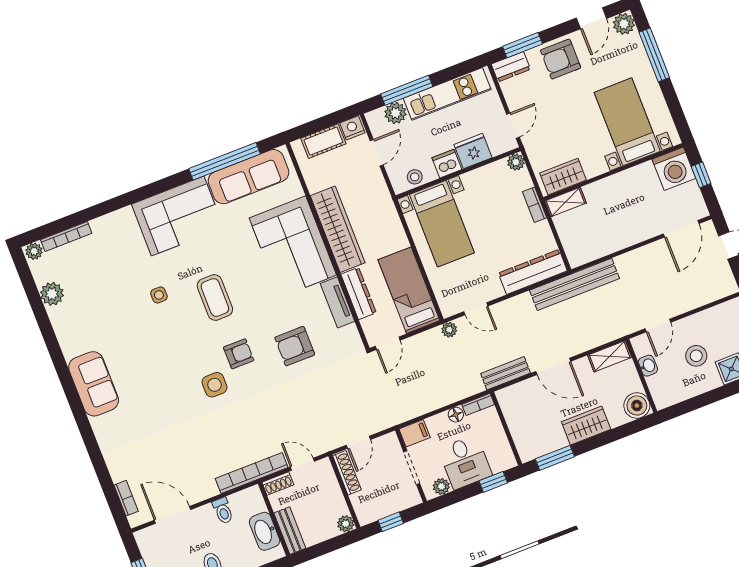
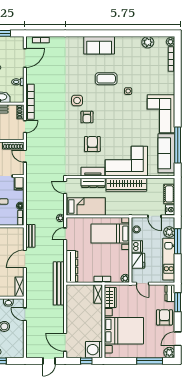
door: (591, 18) -> (178, 339), hinge flipped
bed with nightstands: (627, 122) -> (124, 331), width x1.36
coffee table: (215, 297) -> (106, 79), moved
armchair: (295, 346) -> (92, 144), moved

